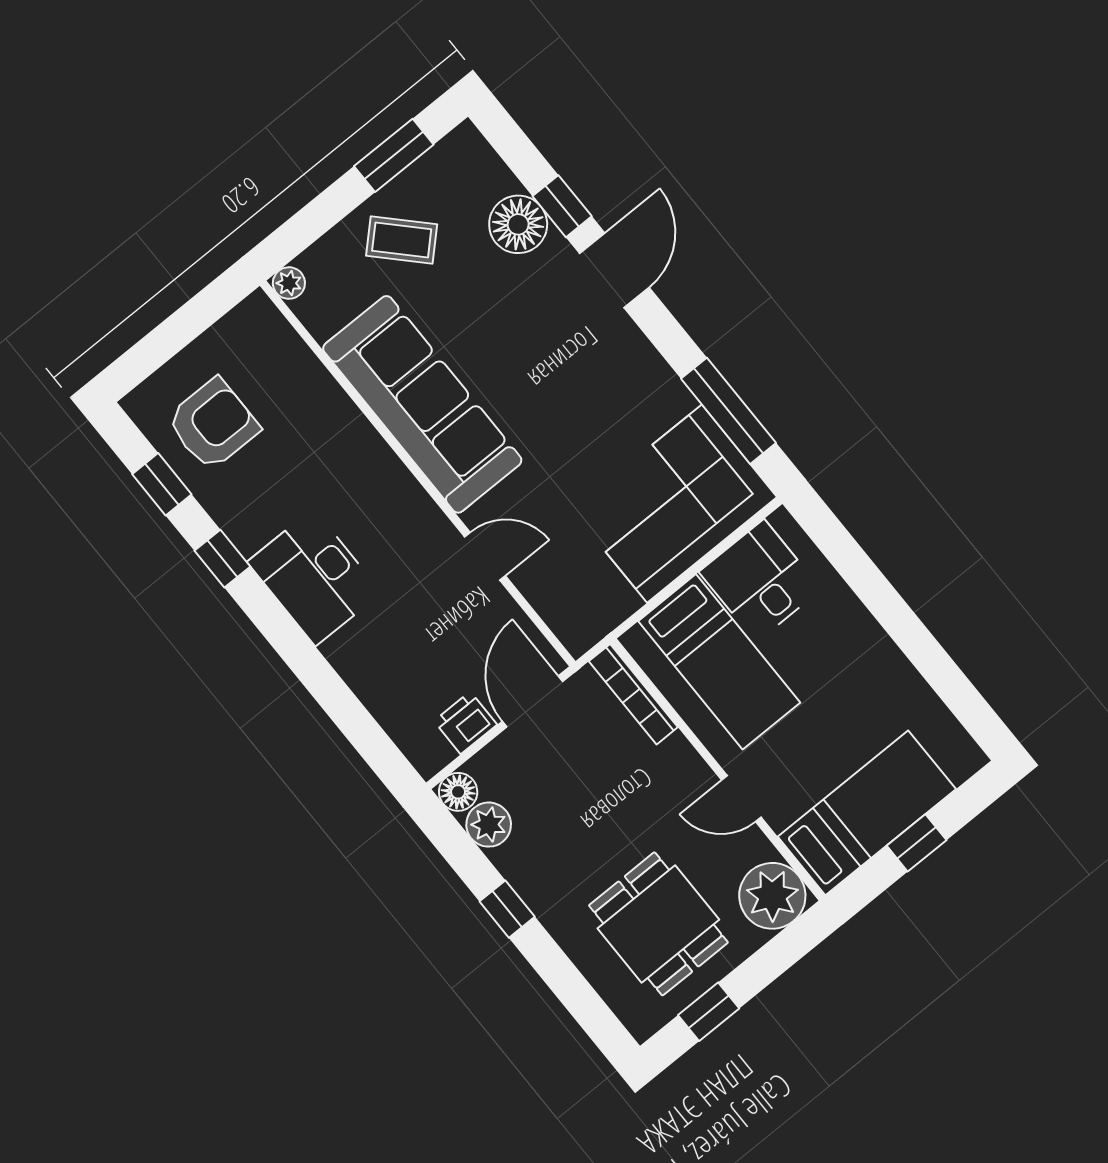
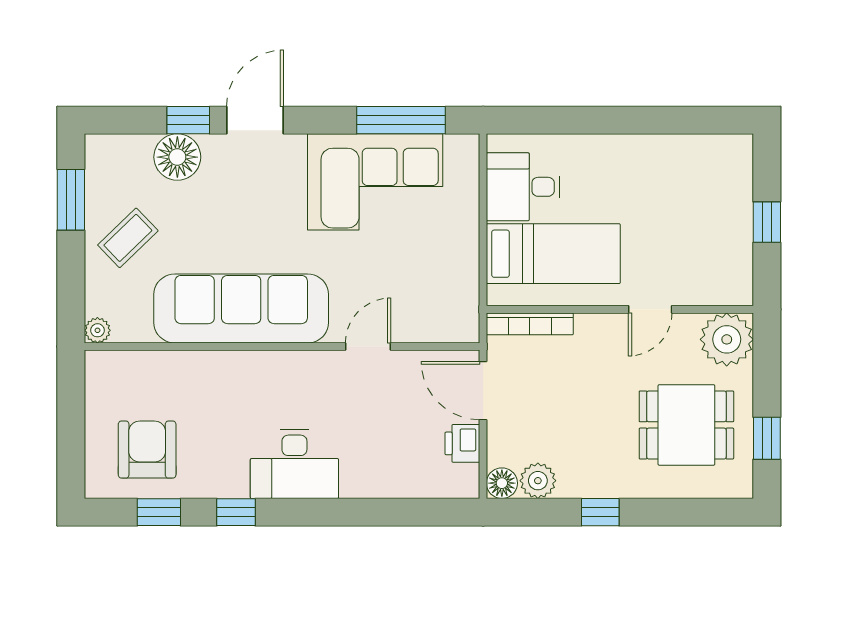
door: (614, 270) -> (255, 120), hinge flipped
corner sofa: (674, 504) -> (375, 182), moved, turned -90
bed: (867, 813) -> (723, 238), removed

